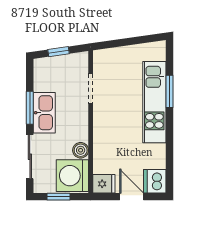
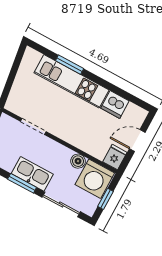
dishwasher: (155, 181) -> (115, 104), moved

